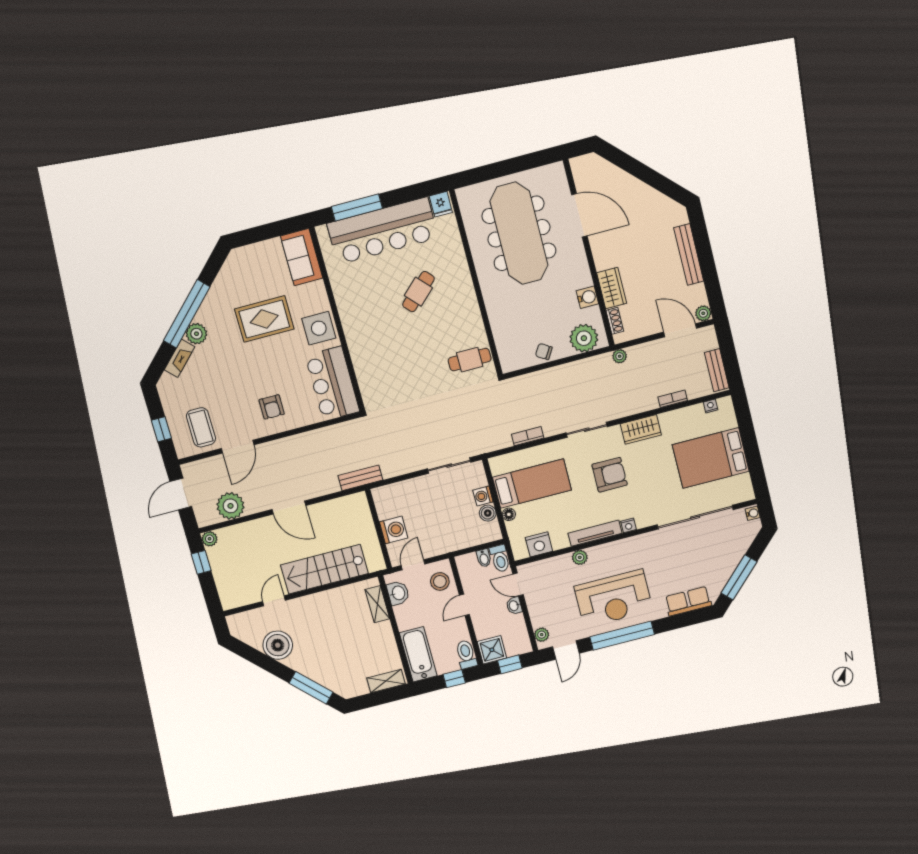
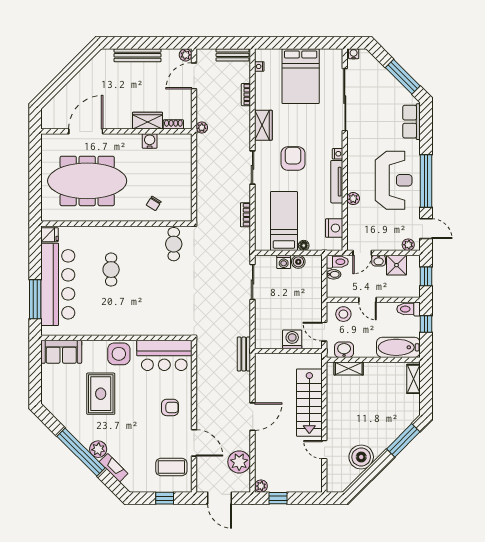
cafe table: (418, 292) -> (111, 270), turned 43
plant: (584, 338) -> (180, 152), removed
chair: (544, 352) -> (154, 203), moved
shower: (492, 650) -> (397, 265), moved

